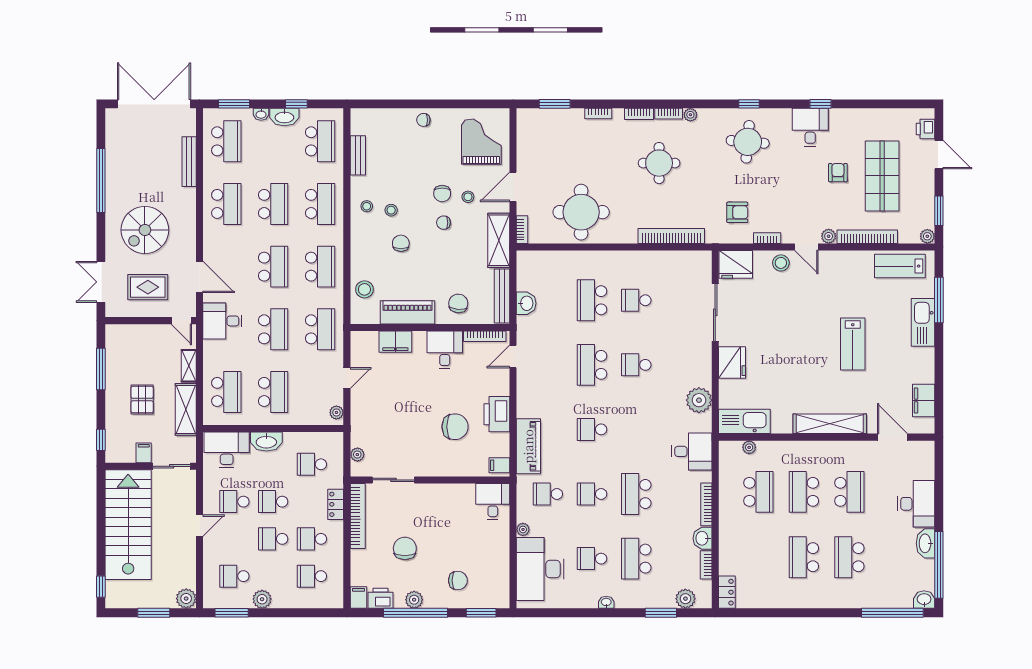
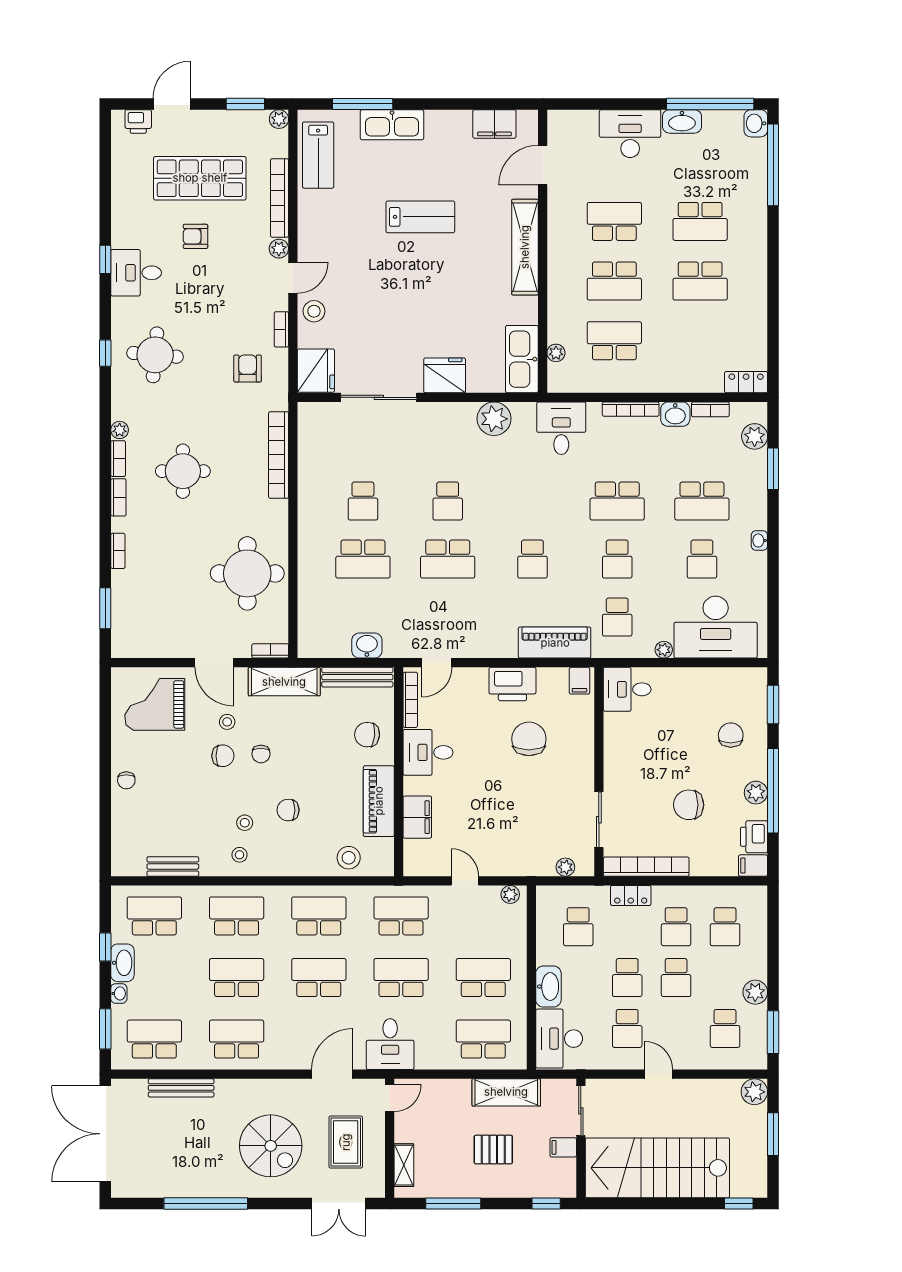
door: (513, 357) -> (437, 663), hinge flipped
shelving: (189, 366) -> (404, 1165), moved, turned 90

